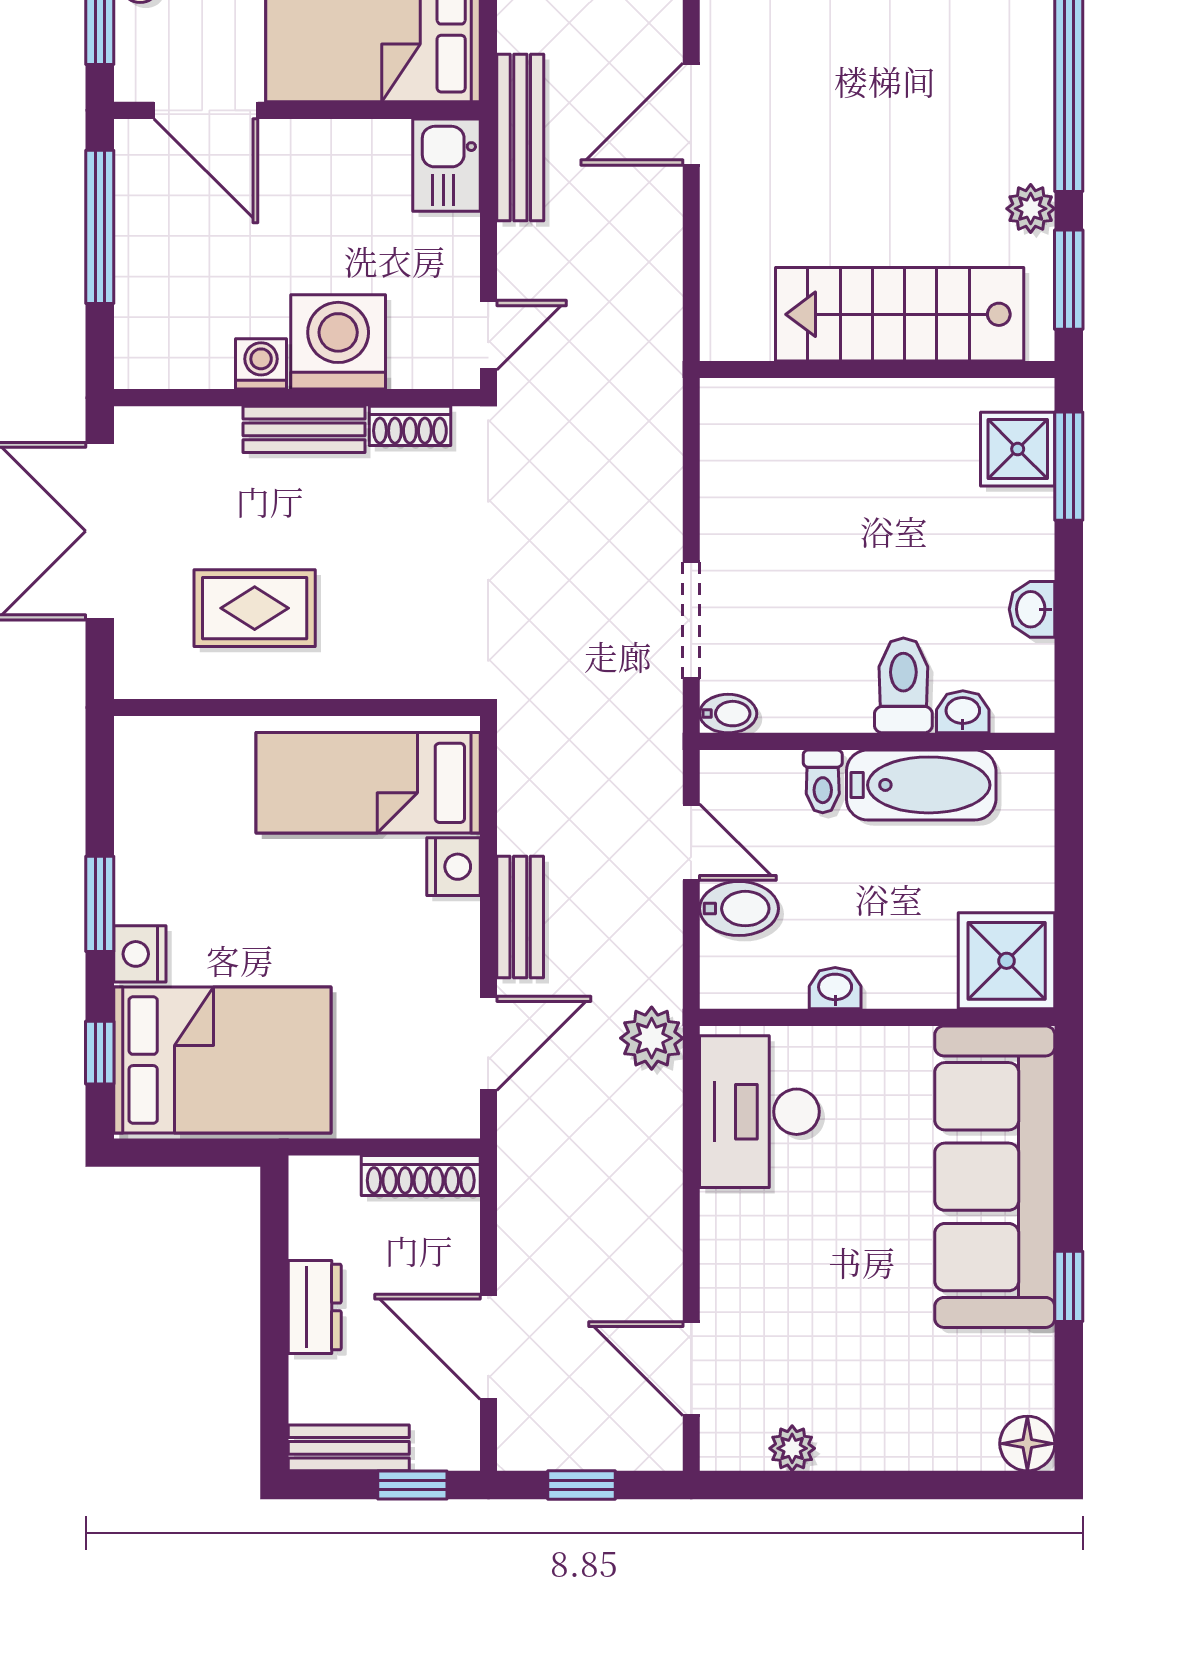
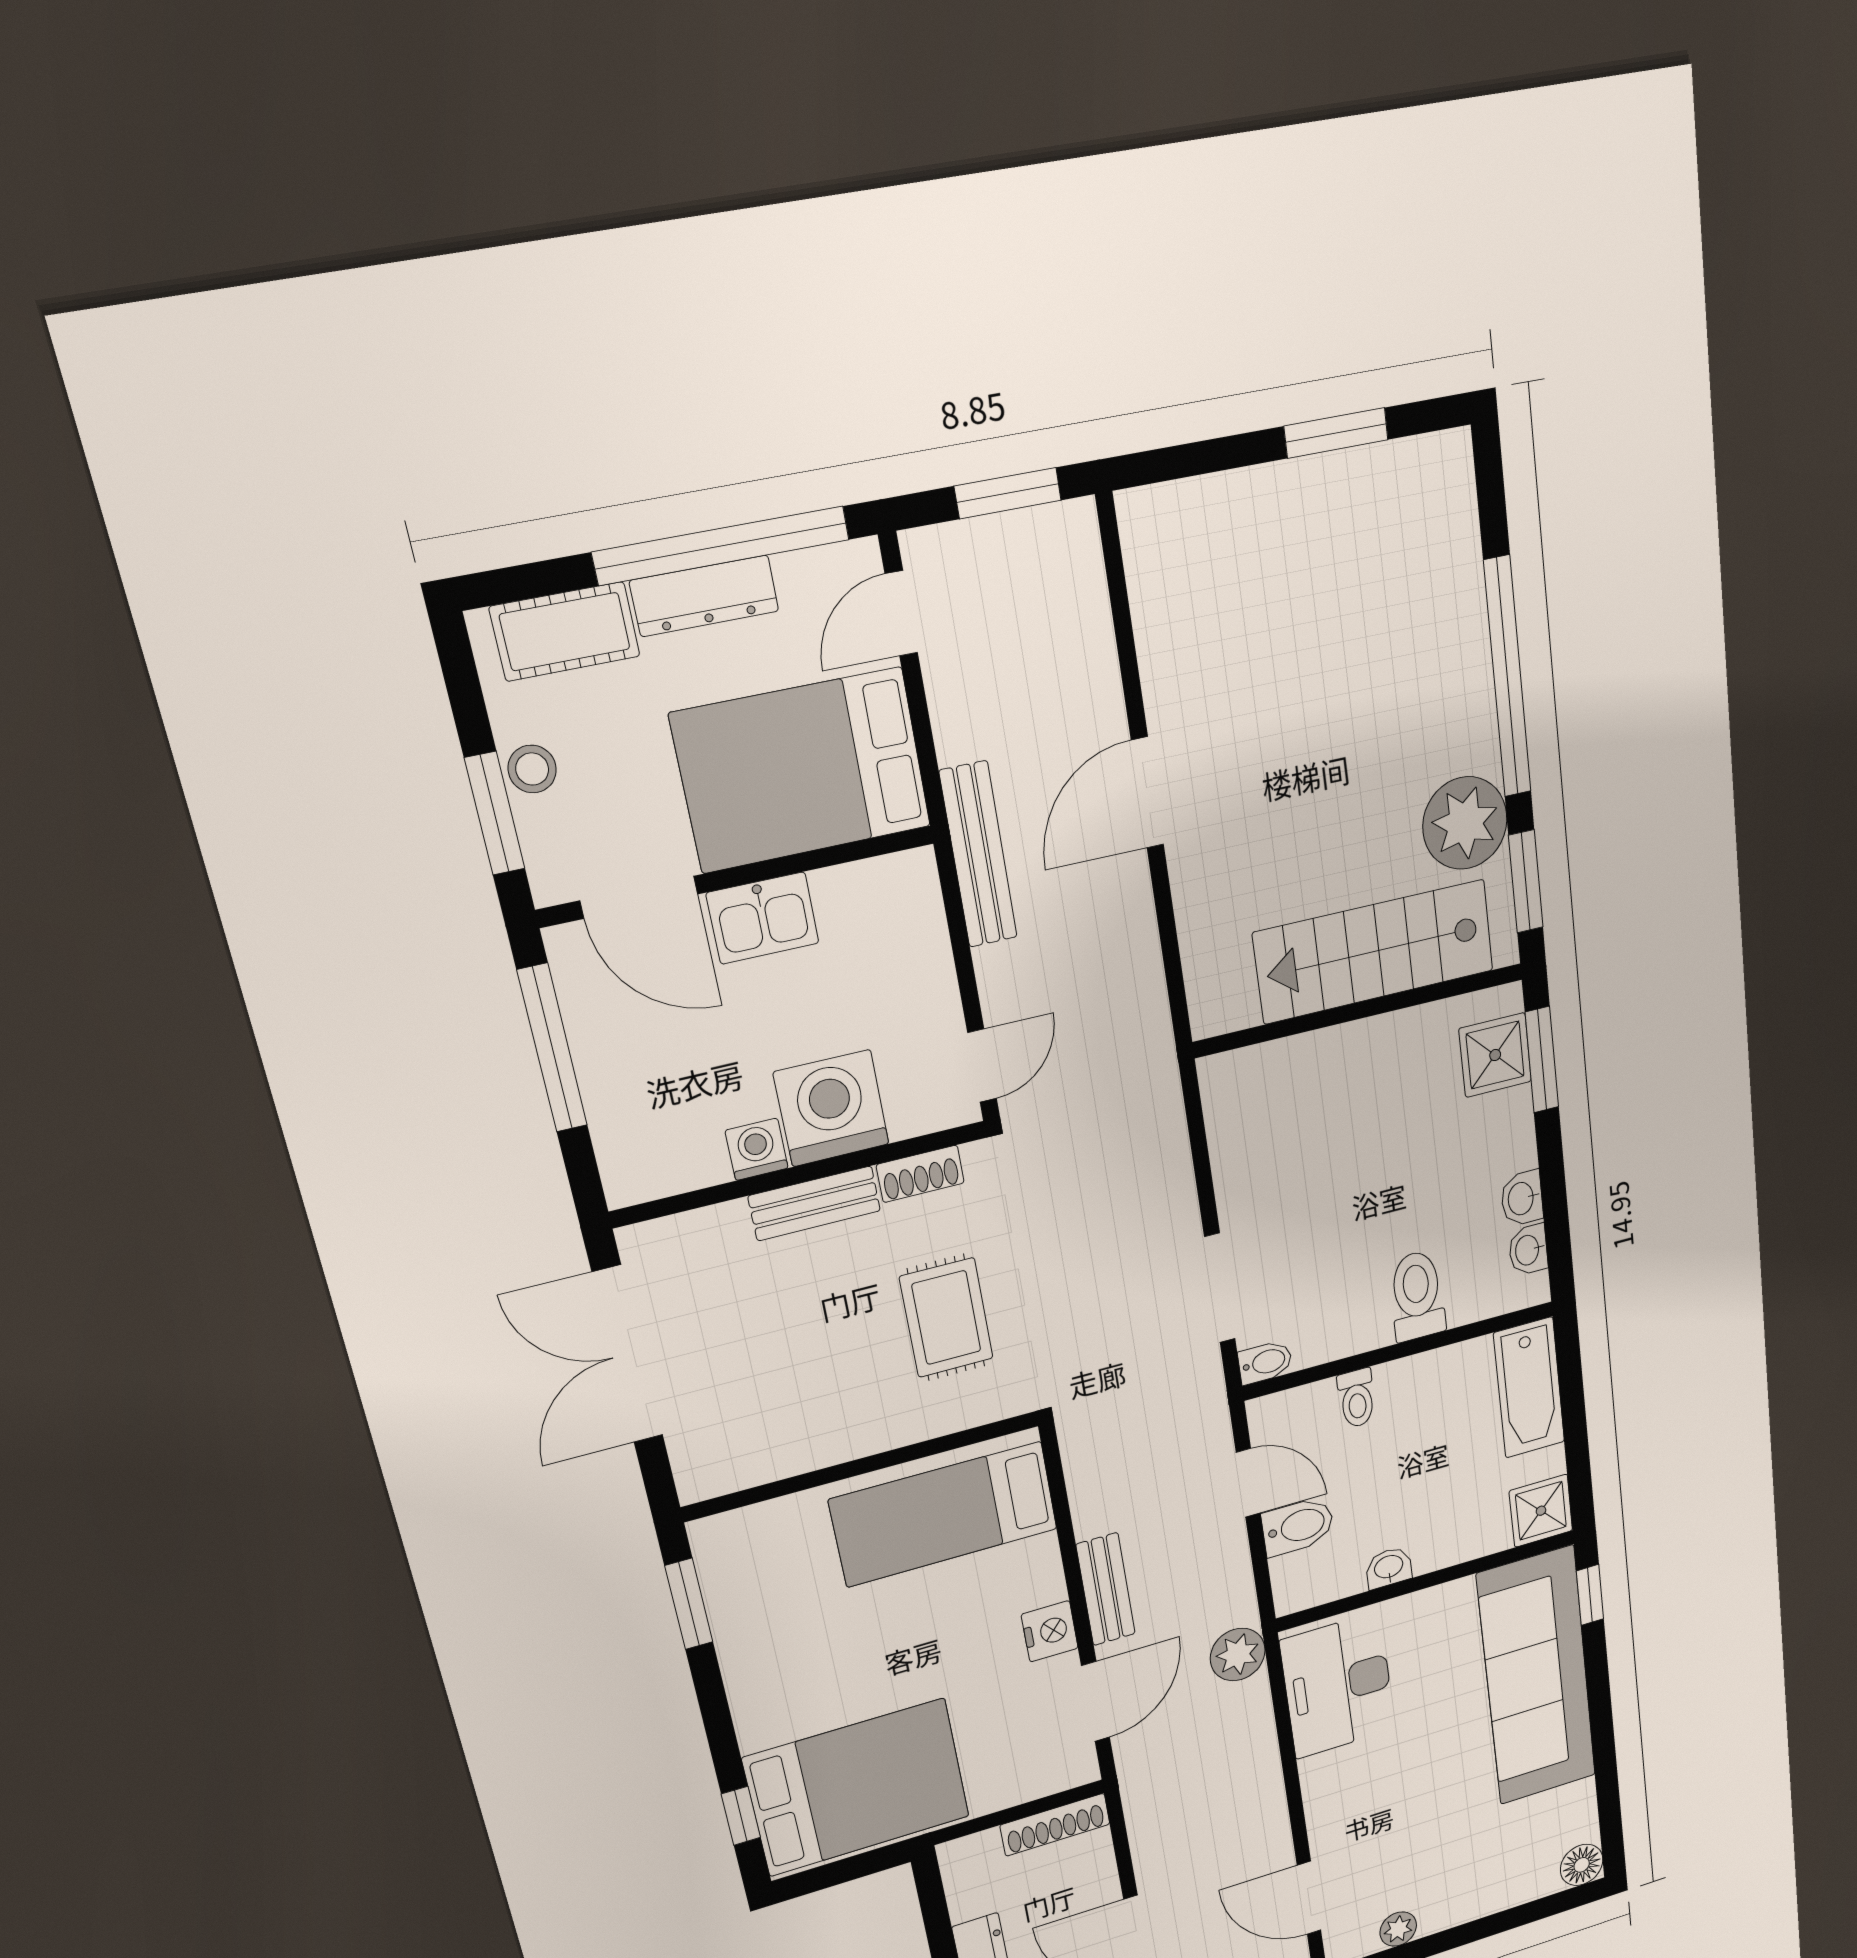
kitchen sink: (447, 165) -> (763, 918), moved, turned -90
plant: (1031, 209) -> (1465, 823), width x1.87, depth x1.87
rug: (255, 608) -> (946, 1318), moved, turned 90
washbasin: (963, 712) -> (1528, 1250), moved, turned -90
bathtub: (921, 785) -> (1529, 1388), moved, turned 90
nightstand: (453, 867) -> (1050, 1631), moved
window: (100, 904) -> (689, 1604), moved
nightstand: (140, 954) -> (759, 1723), removed
shower: (1007, 961) -> (1541, 1511), width x0.73, depth x0.73
window: (1069, 1286) -> (1590, 1595), moved

